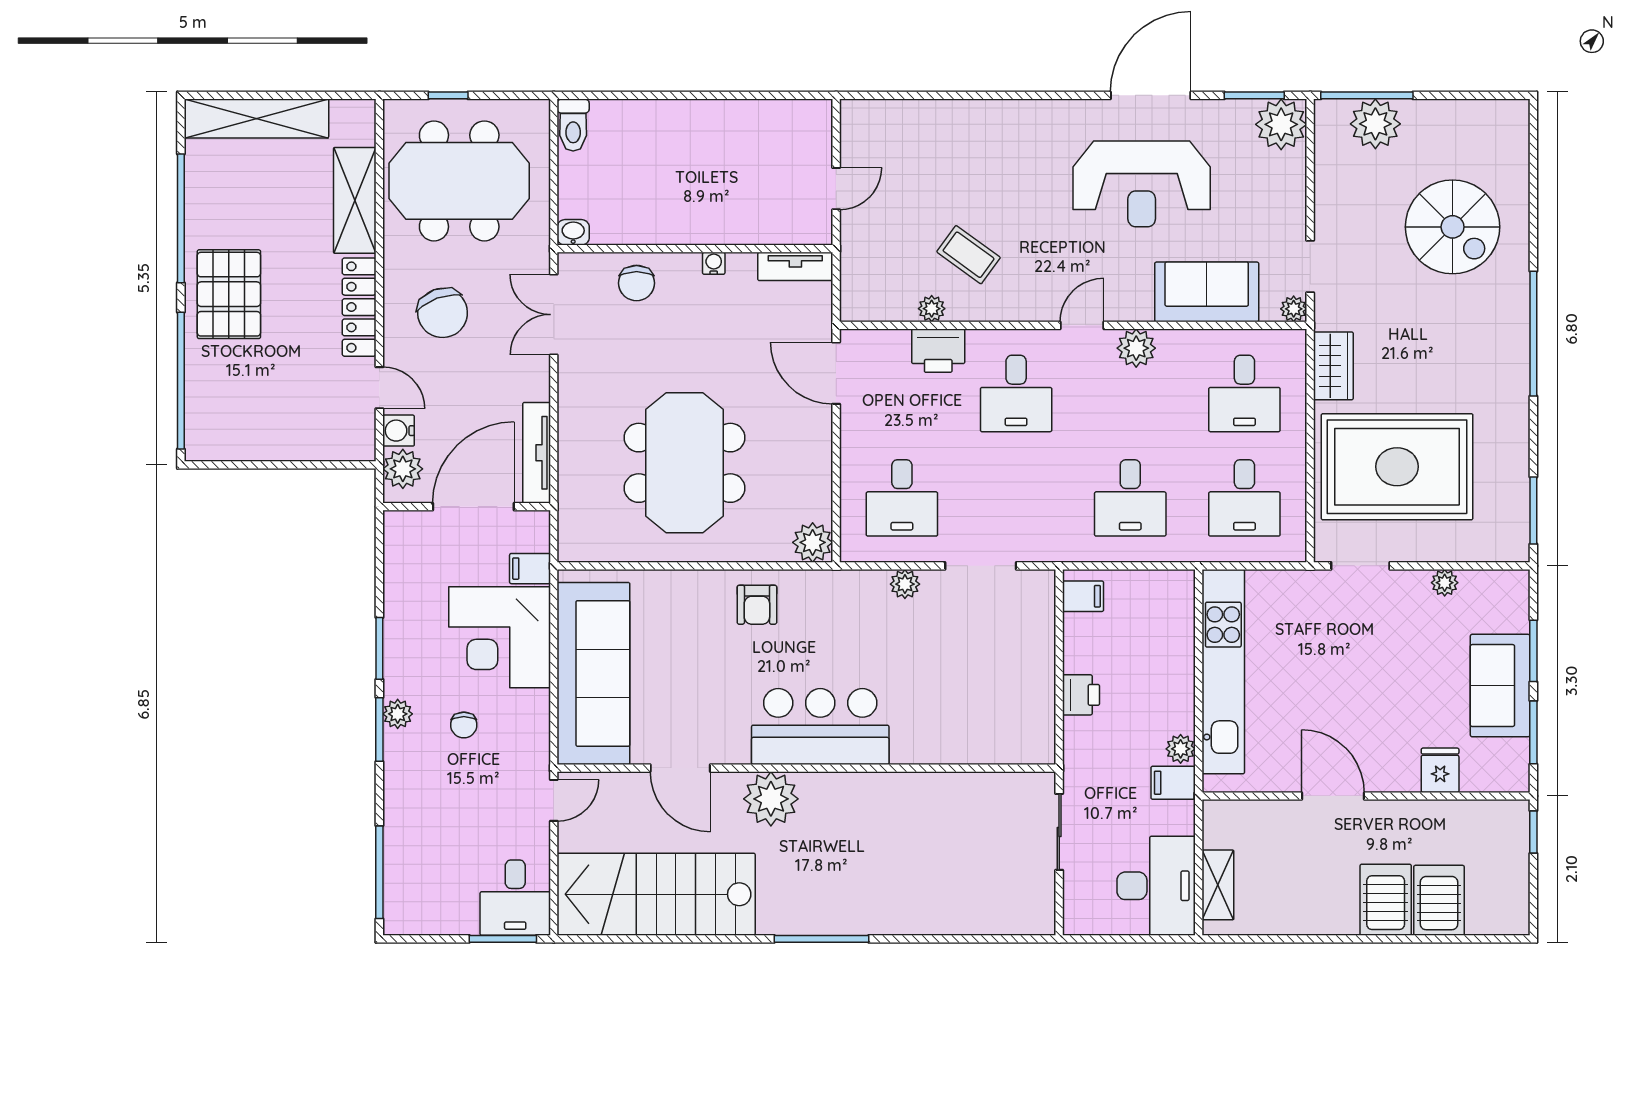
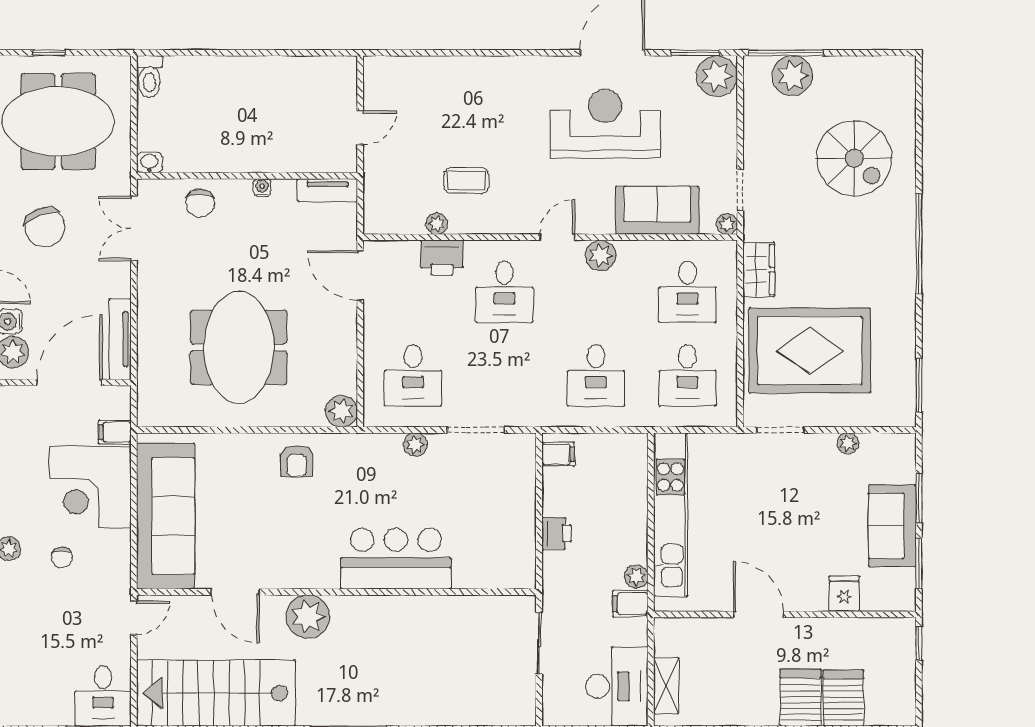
reception desk: (1142, 184) -> (605, 124), turned 180
coffee table: (969, 255) -> (466, 181), turned -36
bar counter: (820, 727) -> (396, 559), moved

